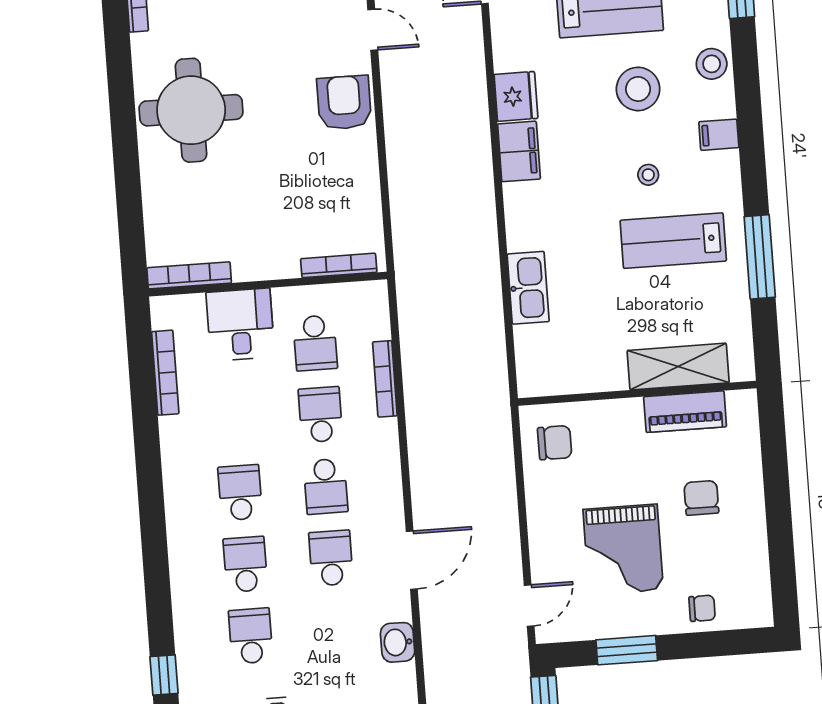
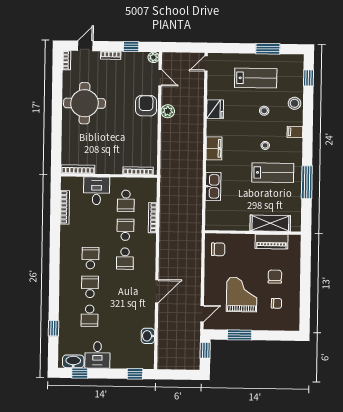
stool: (638, 89) -> (264, 111), width x0.53, depth x0.53
plant: (399, 112) -> (168, 111), added
filing cabinet: (519, 151) -> (214, 148), moved
lab bench: (673, 241) -> (273, 173), turned 180
grand piano: (623, 550) -> (242, 295), turned 180
school desk: (331, 558) -> (124, 287), removed
chair: (702, 608) -> (276, 303), moved
school desk: (251, 636) -> (90, 316), turned 180
washbasin: (398, 642) -> (148, 336), moved

